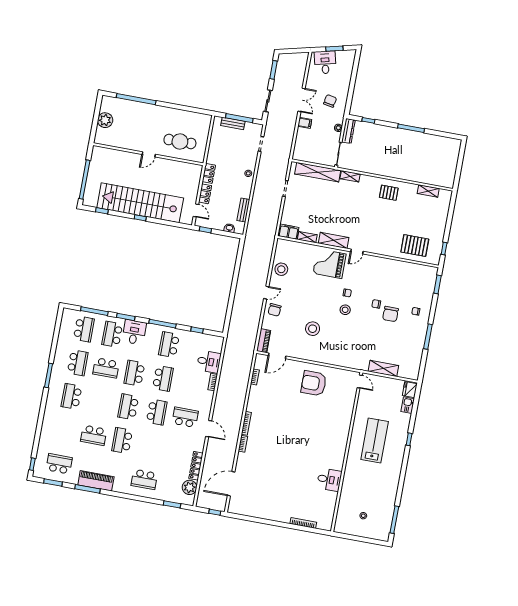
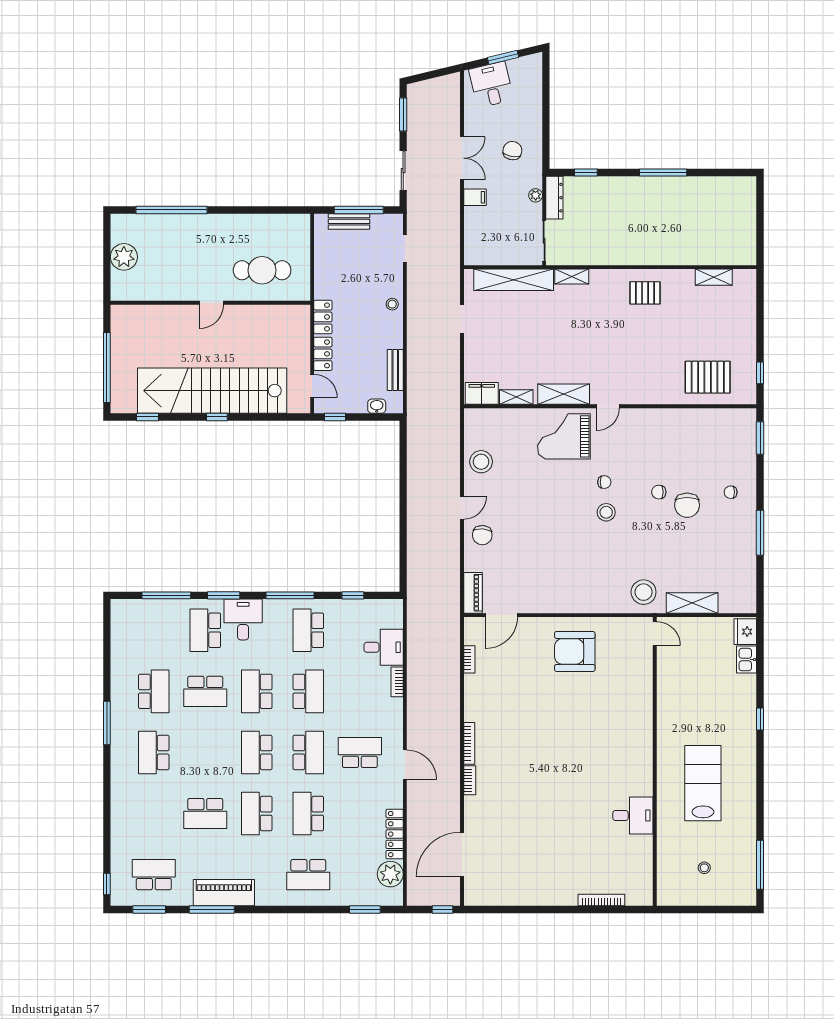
school desk: (84, 329) -> (308, 814), moved, turned 180
stool: (313, 329) -> (644, 592), moved
lab bench: (375, 440) -> (703, 783), moved

